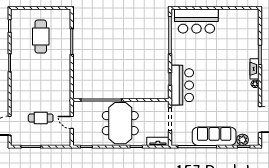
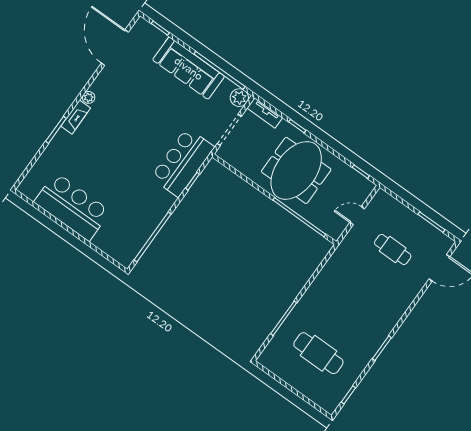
bar counter: (196, 21) -> (72, 207), moved
cafe table: (41, 37) -> (318, 353), turned 90
door: (72, 122) -> (357, 216), swing flipped
plant: (242, 140) -> (239, 98), moved

